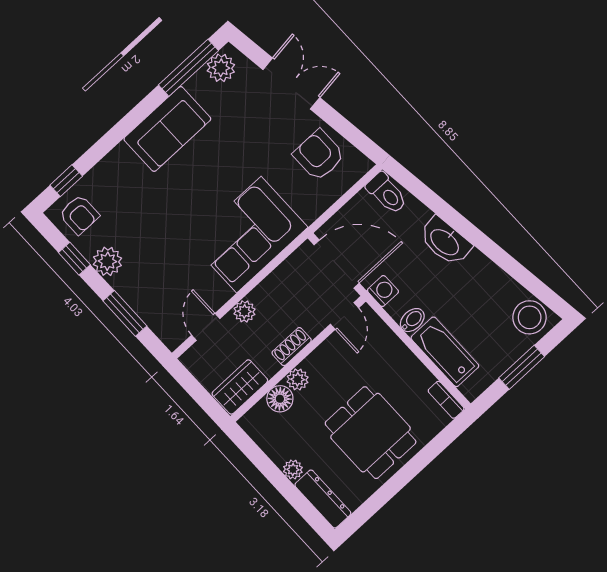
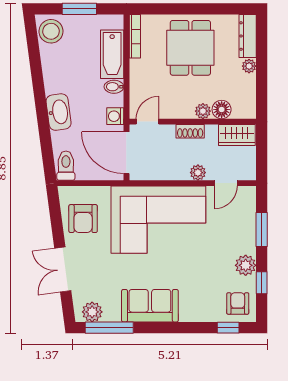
corner sofa: (249, 235) -> (158, 220), width x1.36, depth x1.36
bookcase: (446, 400) -> (135, 36), width x1.56

